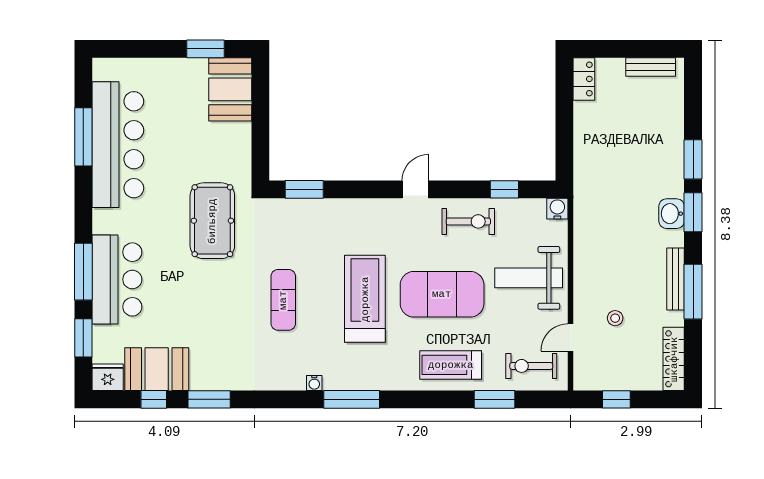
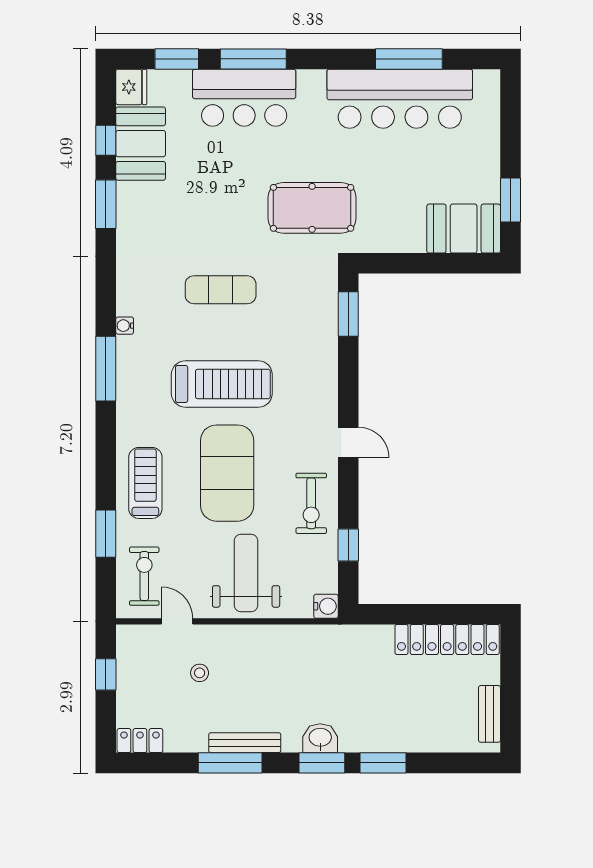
locker: (584, 79) -> (447, 639), width x2.16, depth x1.21
locker: (674, 359) -> (140, 741), width x0.66

